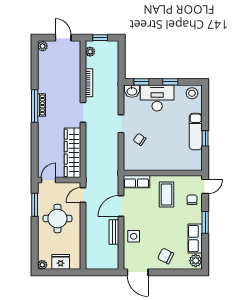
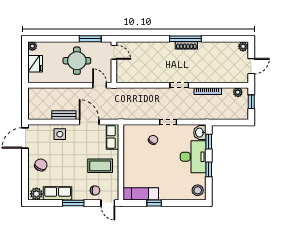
exam couch: (196, 132) -> (141, 194), moved
wardrobe: (72, 153) -> (140, 75), removed

